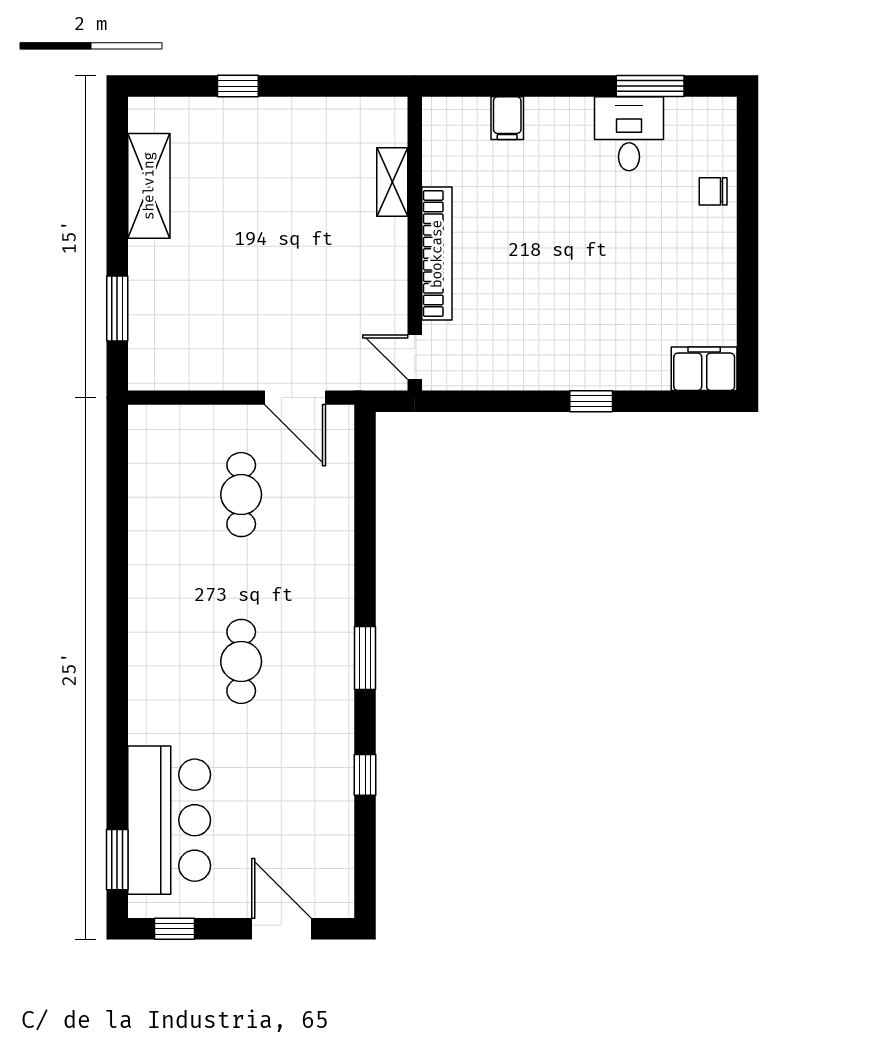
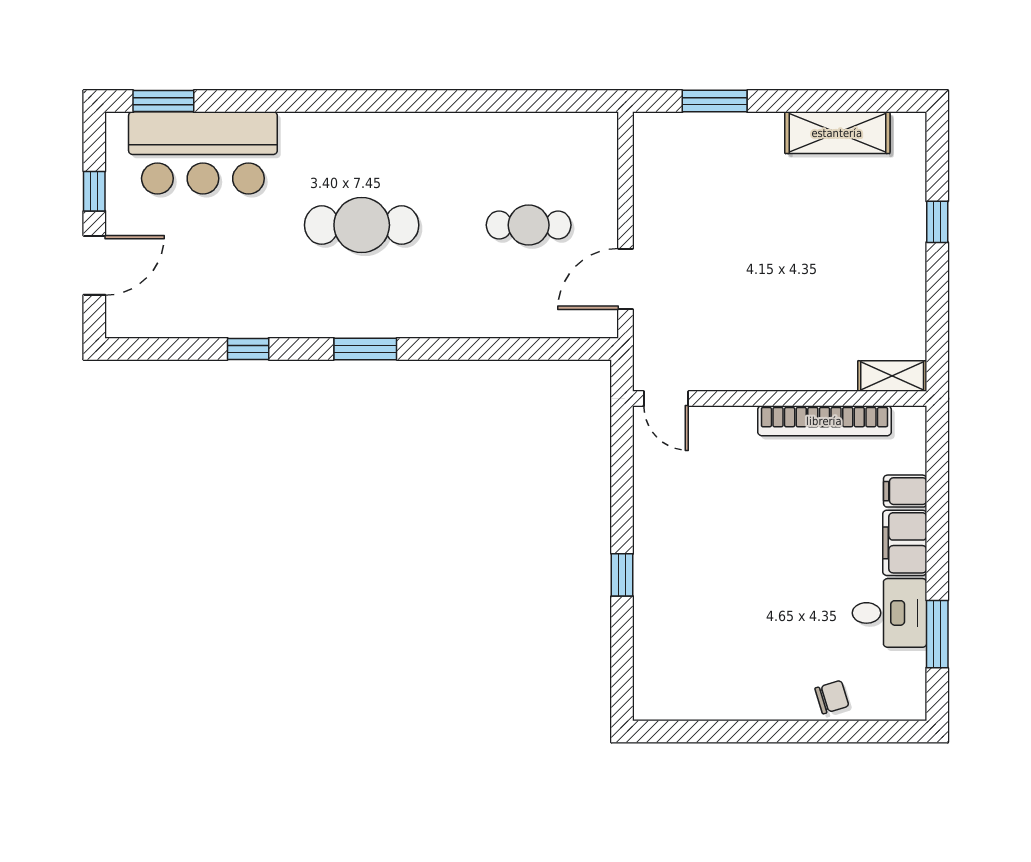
shelving: (392, 182) -> (892, 376), moved
chair: (713, 191) -> (832, 697), turned 73
bookcase: (437, 254) -> (824, 421), moved
door: (415, 357) -> (666, 399), swing flipped
filing cabinet: (704, 369) -> (905, 543), moved, turned 180
cafe table: (241, 661) -> (362, 225), width x1.37, depth x1.35
window: (175, 929) -> (94, 191), moved

